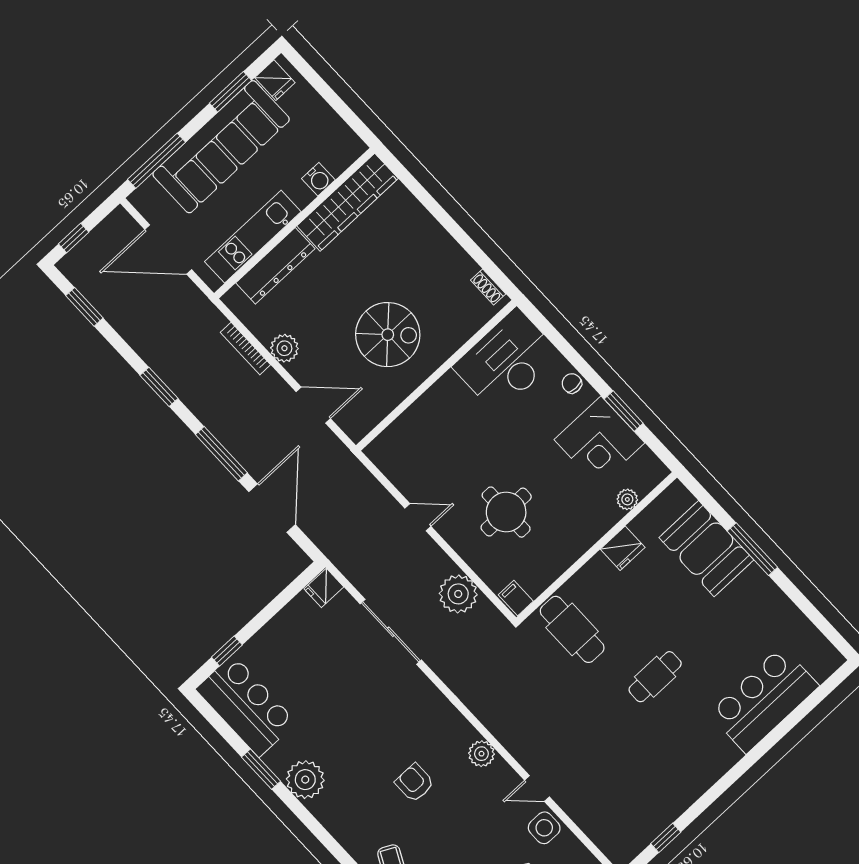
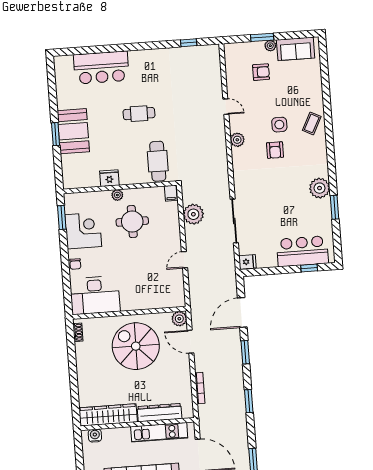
water cooler: (318, 179) -> (95, 436), moved
spiral stairs: (388, 335) -> (136, 346), width x1.37, depth x1.37
plant: (284, 348) -> (179, 319), moved
window: (624, 411) -> (62, 218), moved
window: (221, 454) -> (245, 352), width x0.69
plant: (627, 499) -> (117, 195), moved
round table: (506, 512) -> (132, 222), moved
door: (418, 517) -> (184, 260), hinge flipped
booth: (706, 549) -> (73, 131), moved
window: (752, 549) -> (56, 134), width x0.69
bar counter: (246, 706) -> (302, 251), moved, turned 90
side table: (544, 828) -> (279, 125), moved

